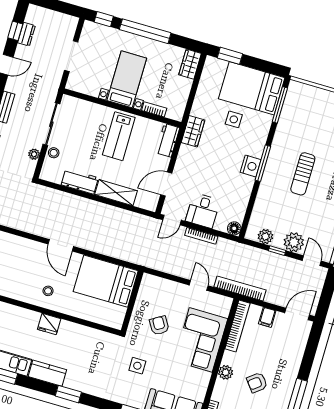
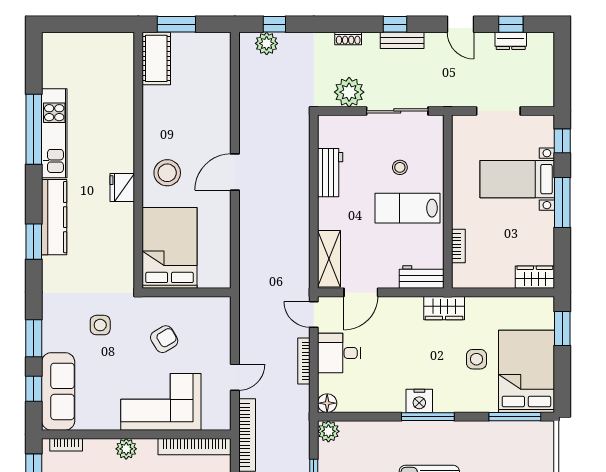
window: (145, 31) -> (562, 202), width x0.68
bed with nightstands: (127, 79) -> (517, 179), moved, turned 180
stool: (54, 153) -> (400, 167), moved
plant: (34, 154) -> (349, 92), width x1.87, depth x1.87
door: (166, 184) -> (361, 292), swing flipped
shelving: (116, 193) -> (329, 259), moved
plant: (265, 237) -> (328, 431), moved
bed: (106, 281) -> (170, 248), moved
stool: (48, 291) -> (167, 173), width x1.89, depth x1.89
kitchen counter: (47, 373) -> (54, 217), width x1.50

